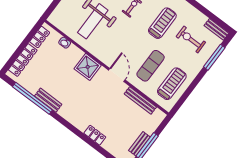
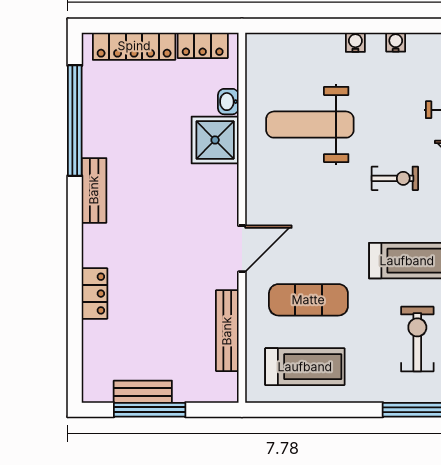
shower: (88, 67) -> (215, 140), moved
bench: (48, 100) -> (94, 190), moved

